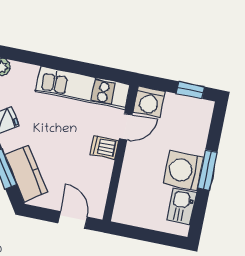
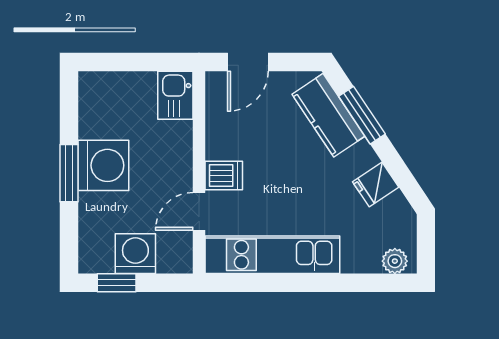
washing machine: (149, 102) -> (135, 254), moved
kitchen sink: (182, 206) -> (175, 95), moved, turned 180
door: (73, 220) -> (248, 62), hinge flipped

